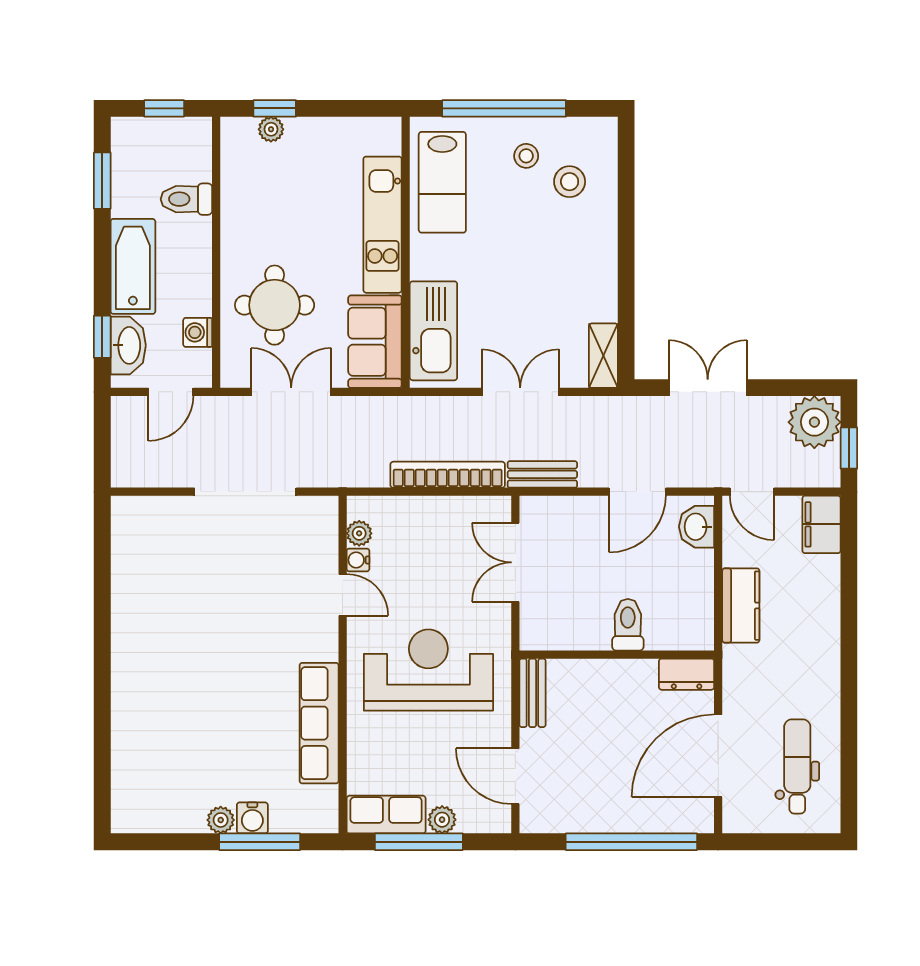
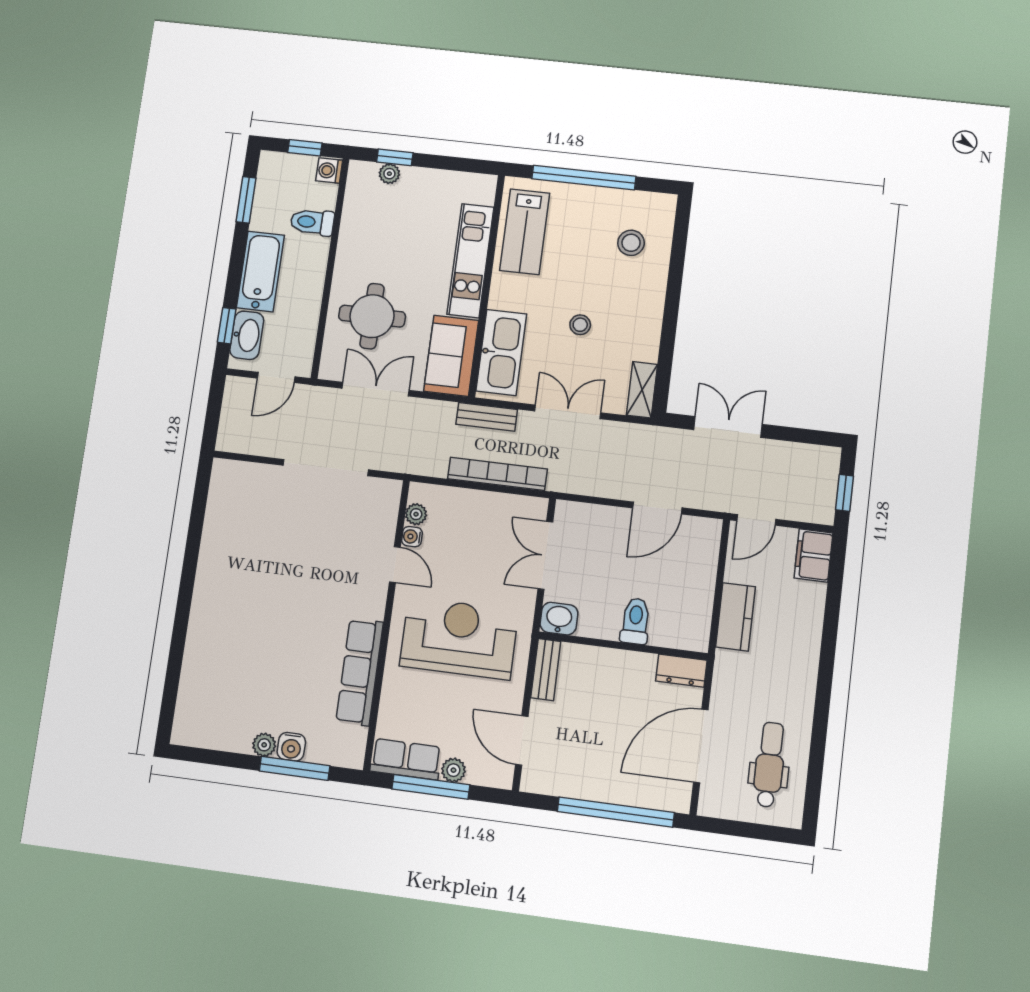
stool: (526, 156) -> (580, 325), moved
washing machine: (198, 332) -> (329, 171), moved
plant: (814, 422) -> (817, 467), removed
bench: (542, 474) -> (487, 417), moved
door: (752, 492) -> (756, 520), hinge flipped
washbasin: (697, 527) -> (559, 619), moved, turned 90

